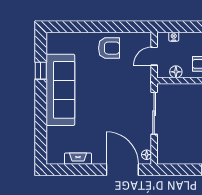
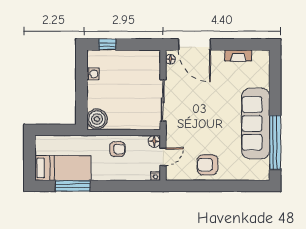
nightstand: (174, 37) -> (155, 176), moved
window: (41, 71) -> (275, 142), width x3.17
floor lamp: (176, 72) -> (154, 141), moved

